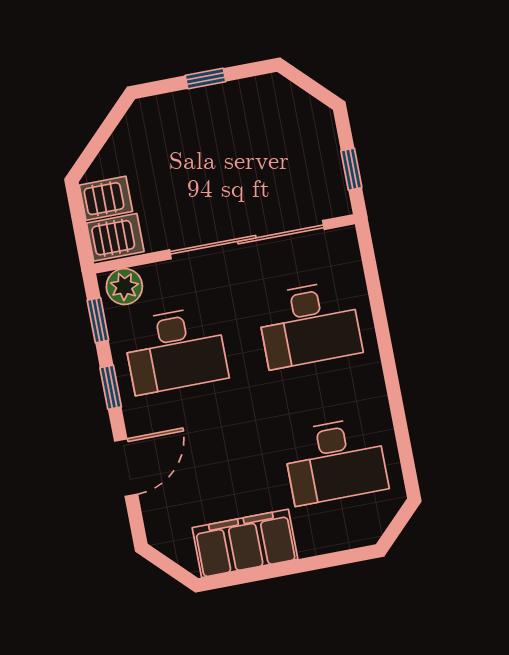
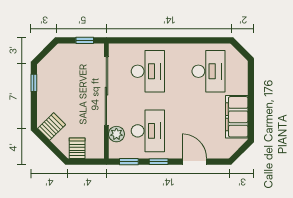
window: (205, 79) -> (34, 83), moved
server rack: (115, 237) -> (52, 127), moved, turned 45
plant: (124, 286) -> (116, 134), moved

